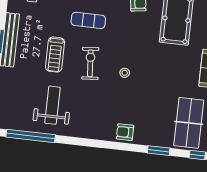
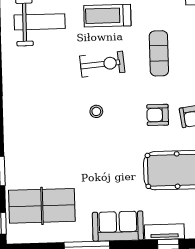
armchair: (125, 132) -> (158, 115), moved, turned -90

